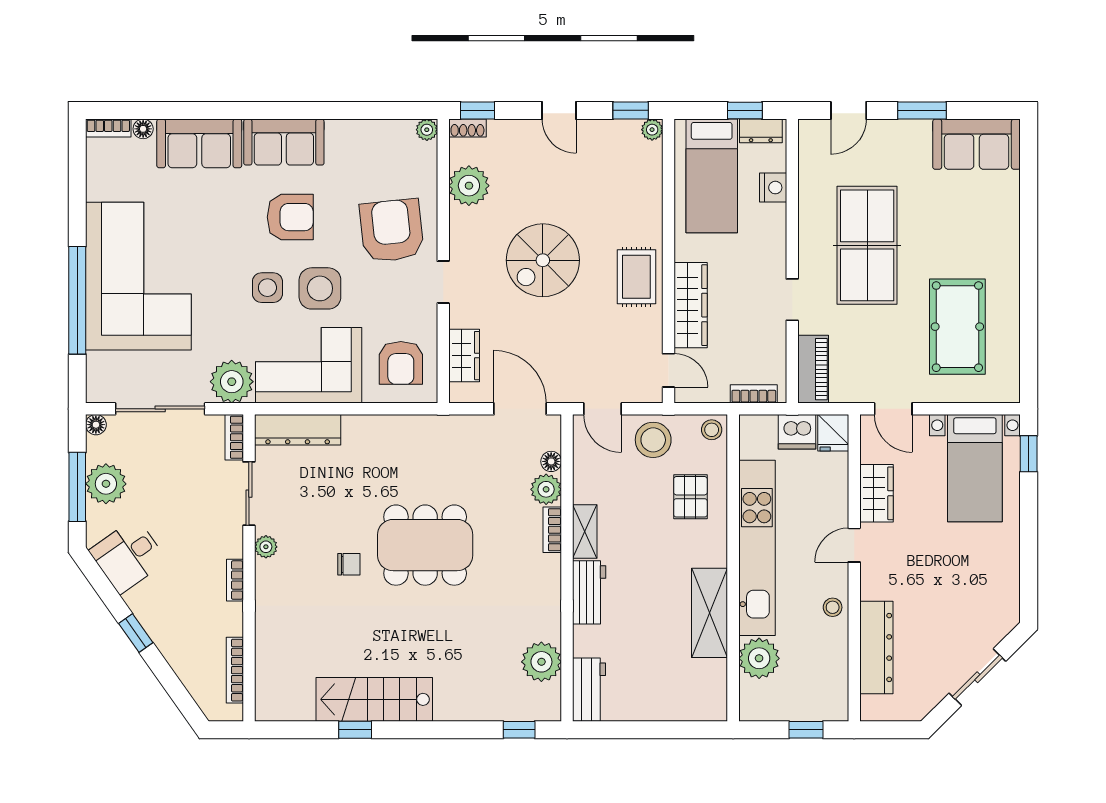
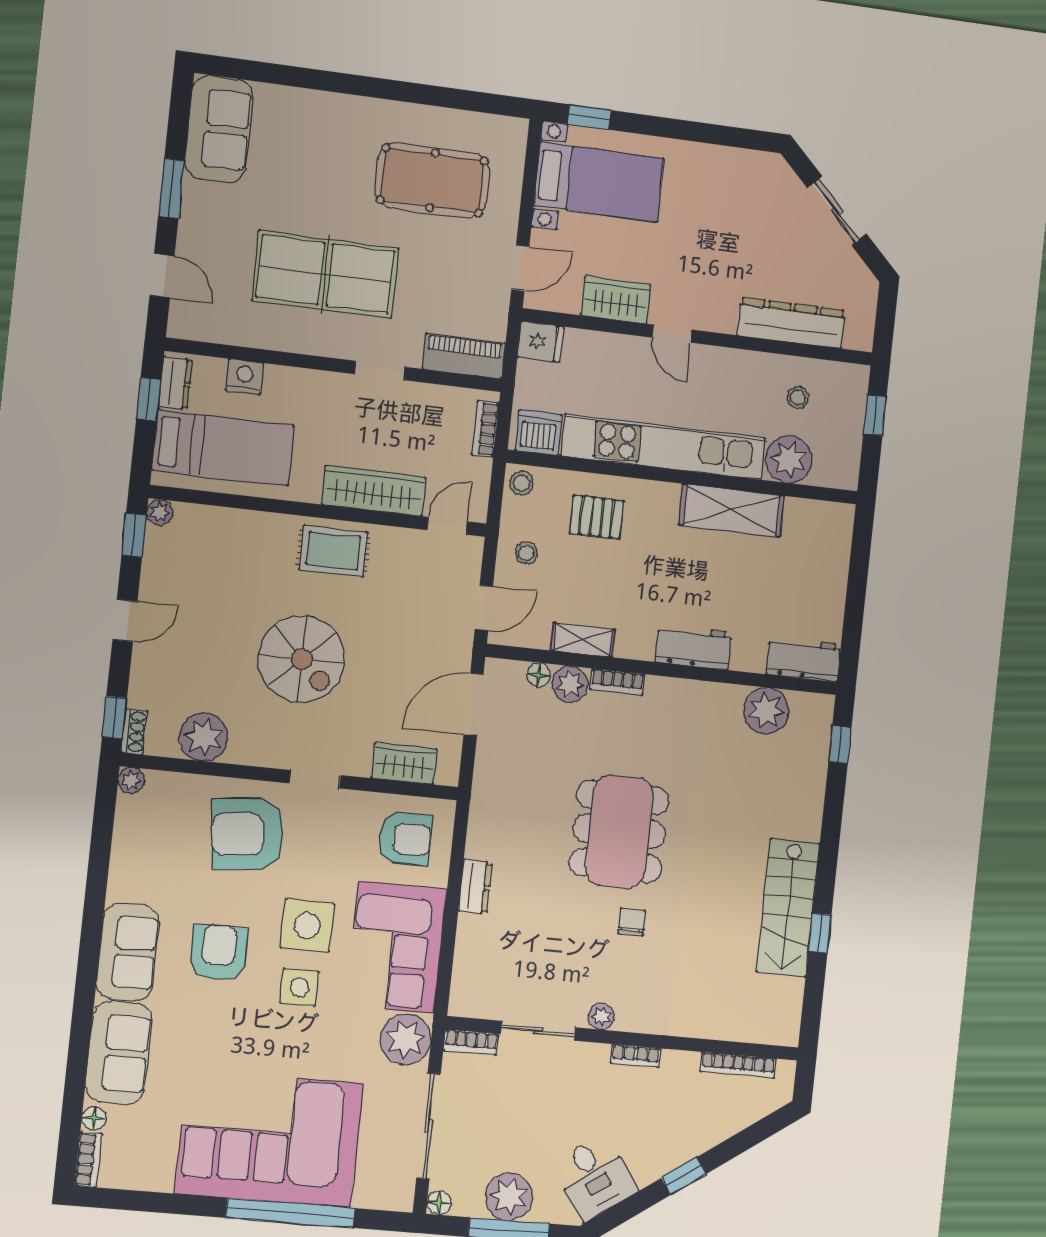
dresser: (298, 430) -> (475, 887), moved, width x0.51, depth x0.80
dishwasher: (797, 432) -> (539, 433), moved, turned -90
stool: (653, 440) -> (526, 553), width x0.53, depth x0.53
shelving: (585, 532) -> (583, 640), moved
stool: (833, 607) -> (798, 397), moved

